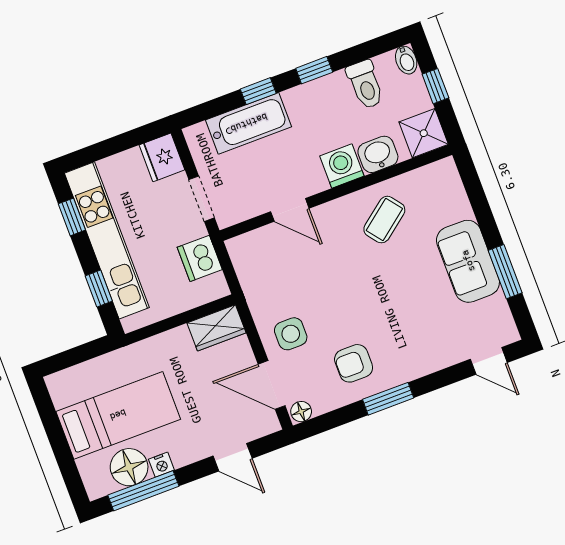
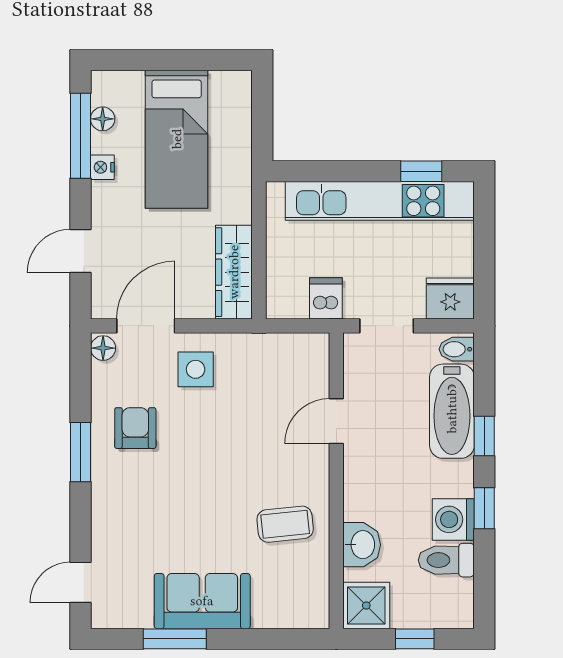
bidet: (406, 60) -> (457, 349), moved
washing machine: (342, 166) -> (453, 519), moved, turned 180
coffee table: (384, 220) -> (285, 524), turned -58
dishwasher: (200, 258) -> (326, 298), width x0.73
window: (99, 289) -> (329, 171), removed
wardrobe: (216, 328) -> (234, 272), width x1.50
floor lamp: (129, 467) -> (103, 119), width x0.53, depth x0.53

